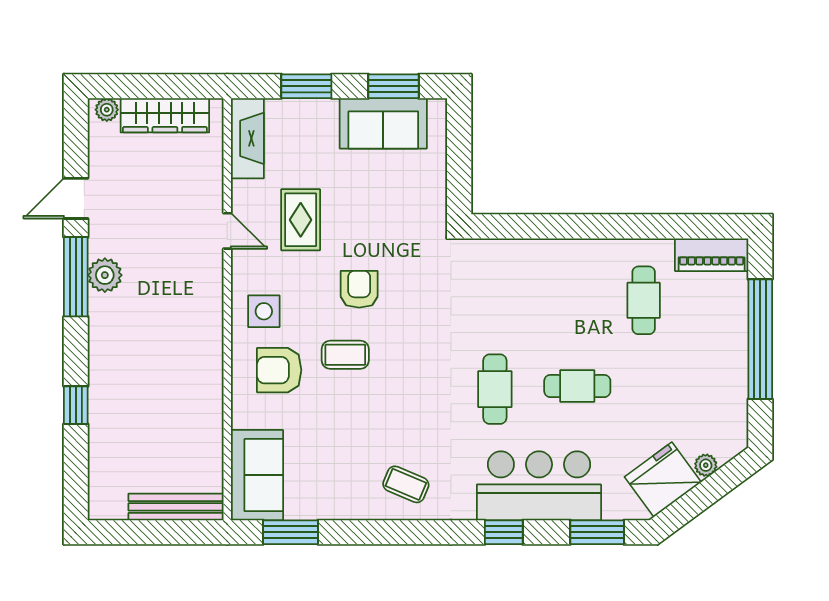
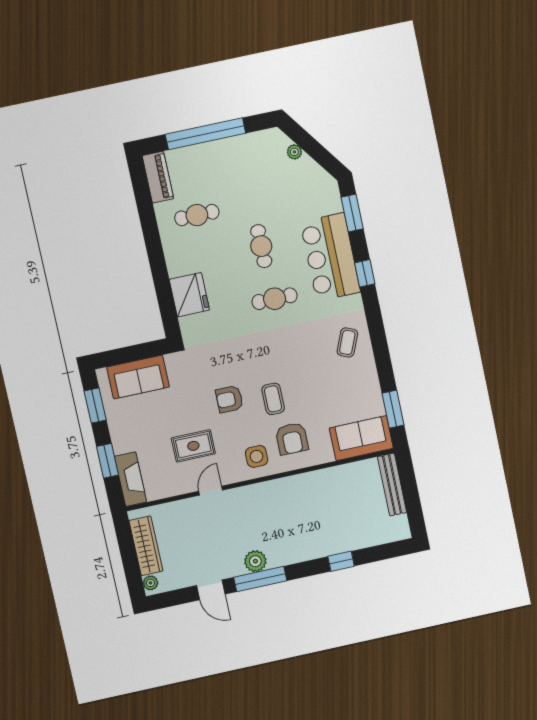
sofa: (383, 123) -> (138, 377), moved, turned 90
fireplace: (247, 138) -> (131, 479), moved, turned 90
fridge: (663, 480) -> (189, 295), moved, turned -144

